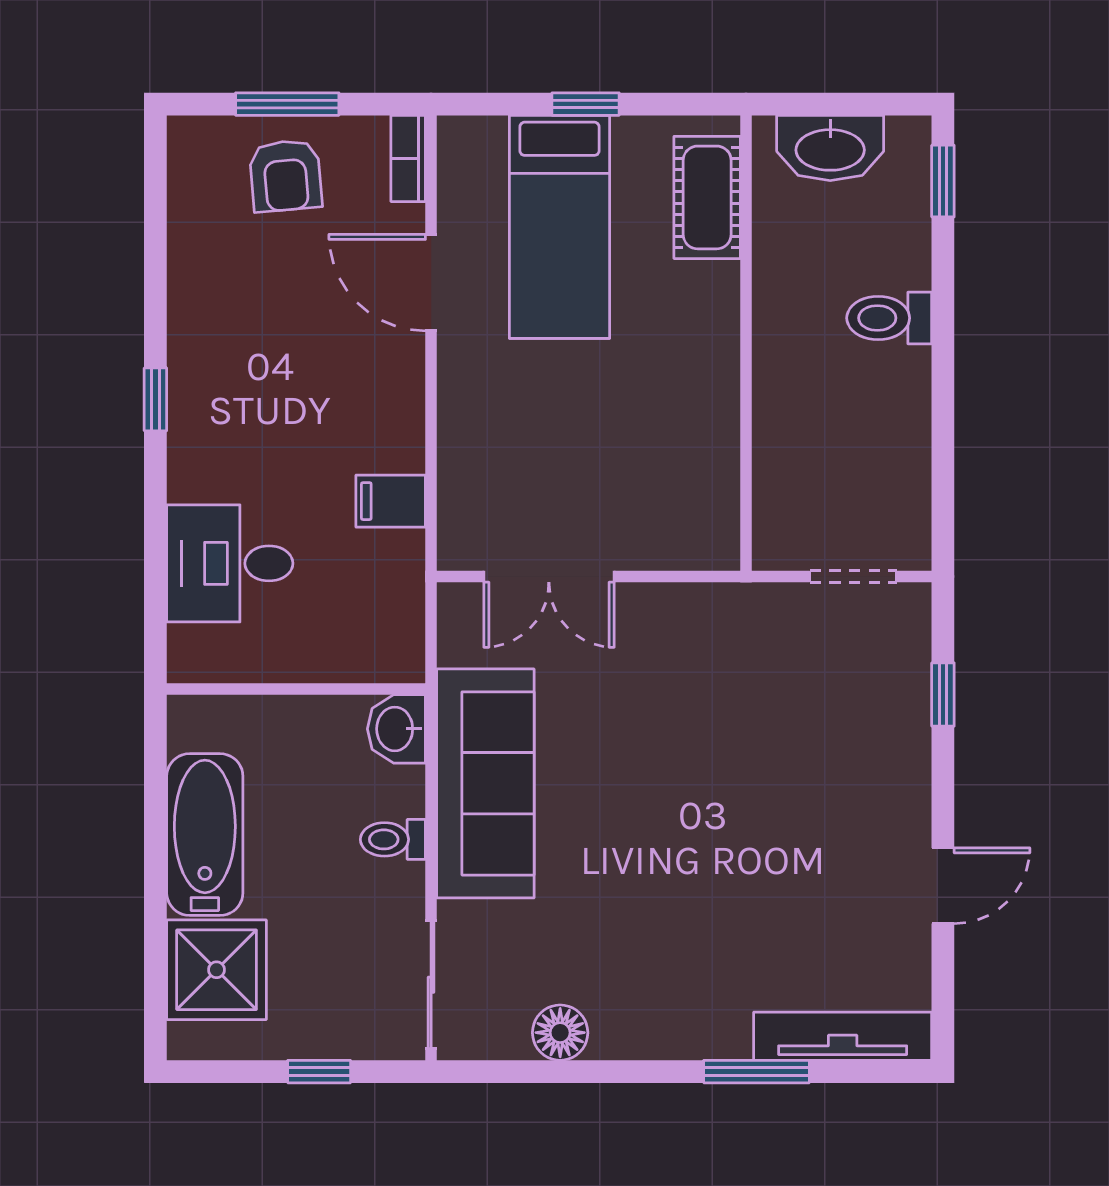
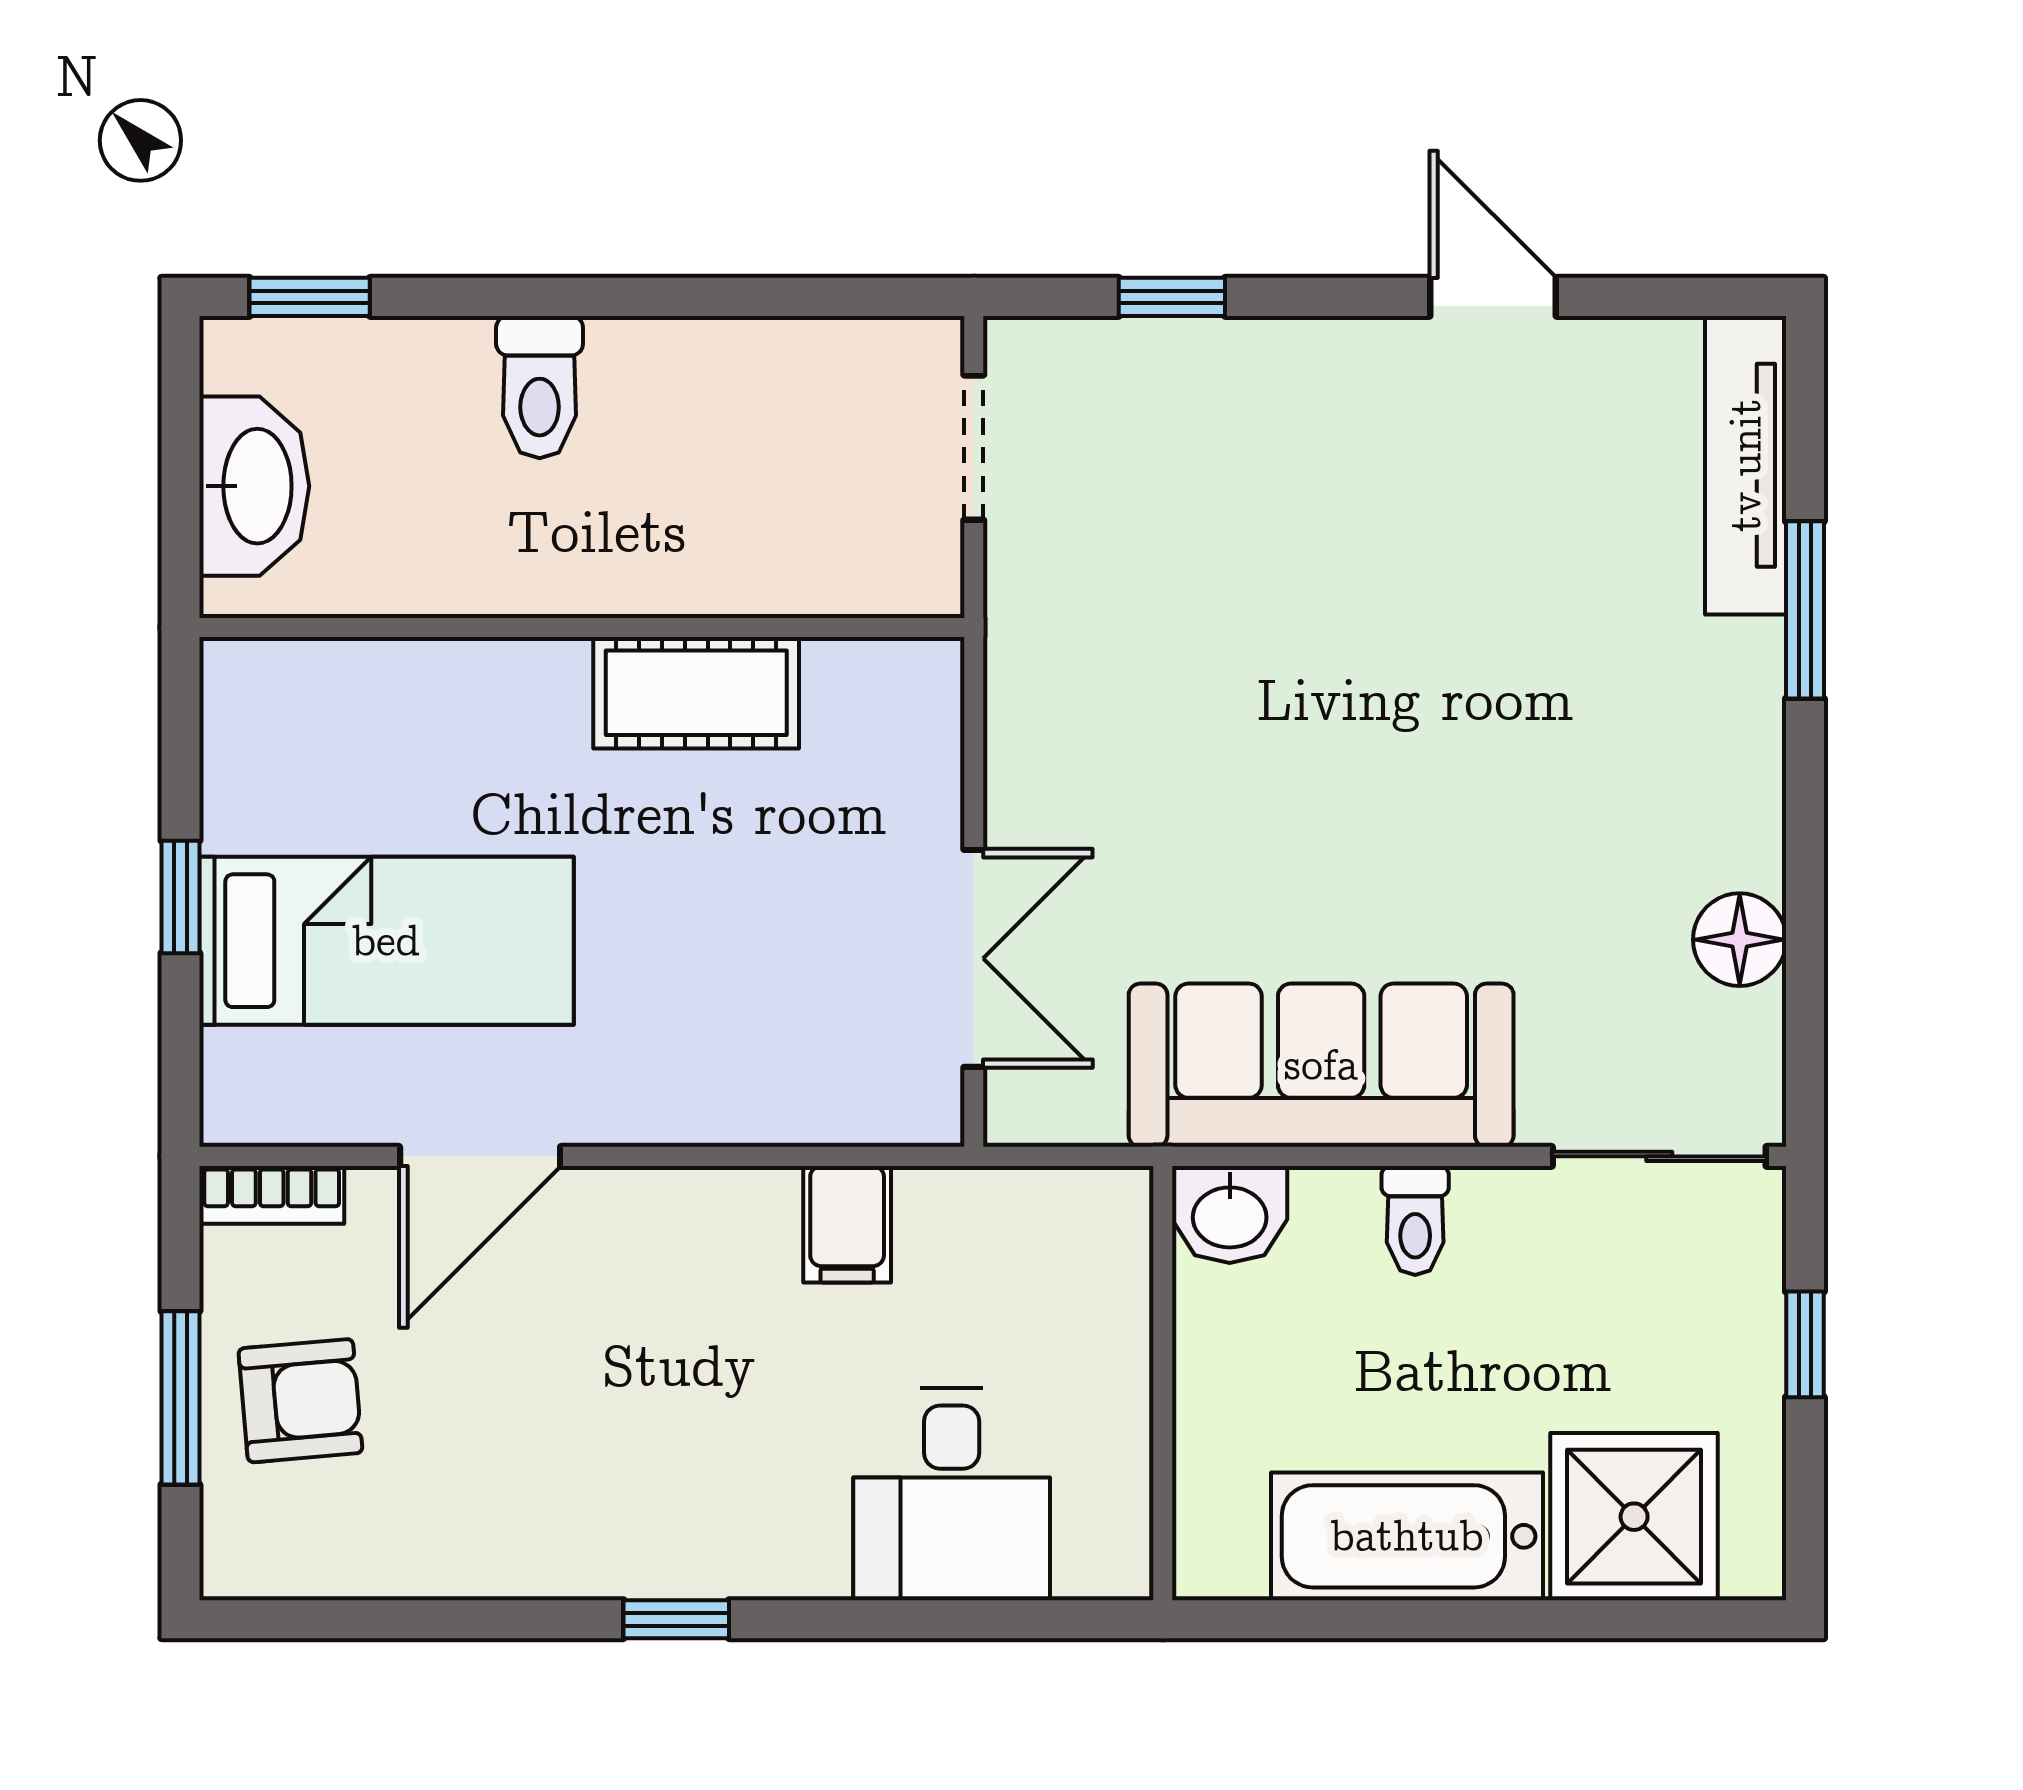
cot: (707, 197) -> (696, 693), moved

